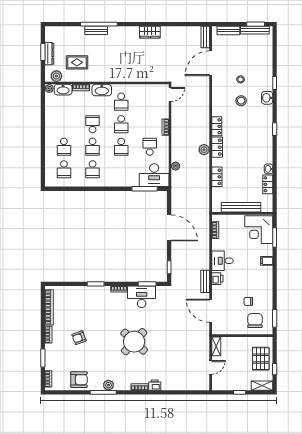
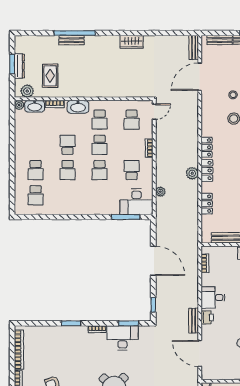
rug: (77, 62) -> (50, 76), turned 90
school desk: (93, 169) -> (132, 120), moved

